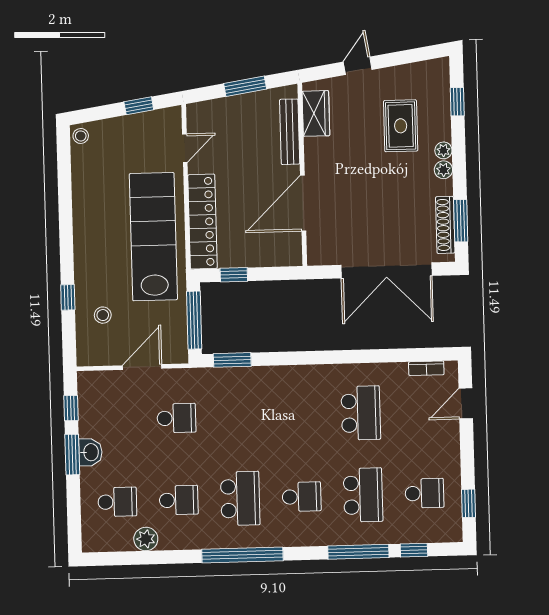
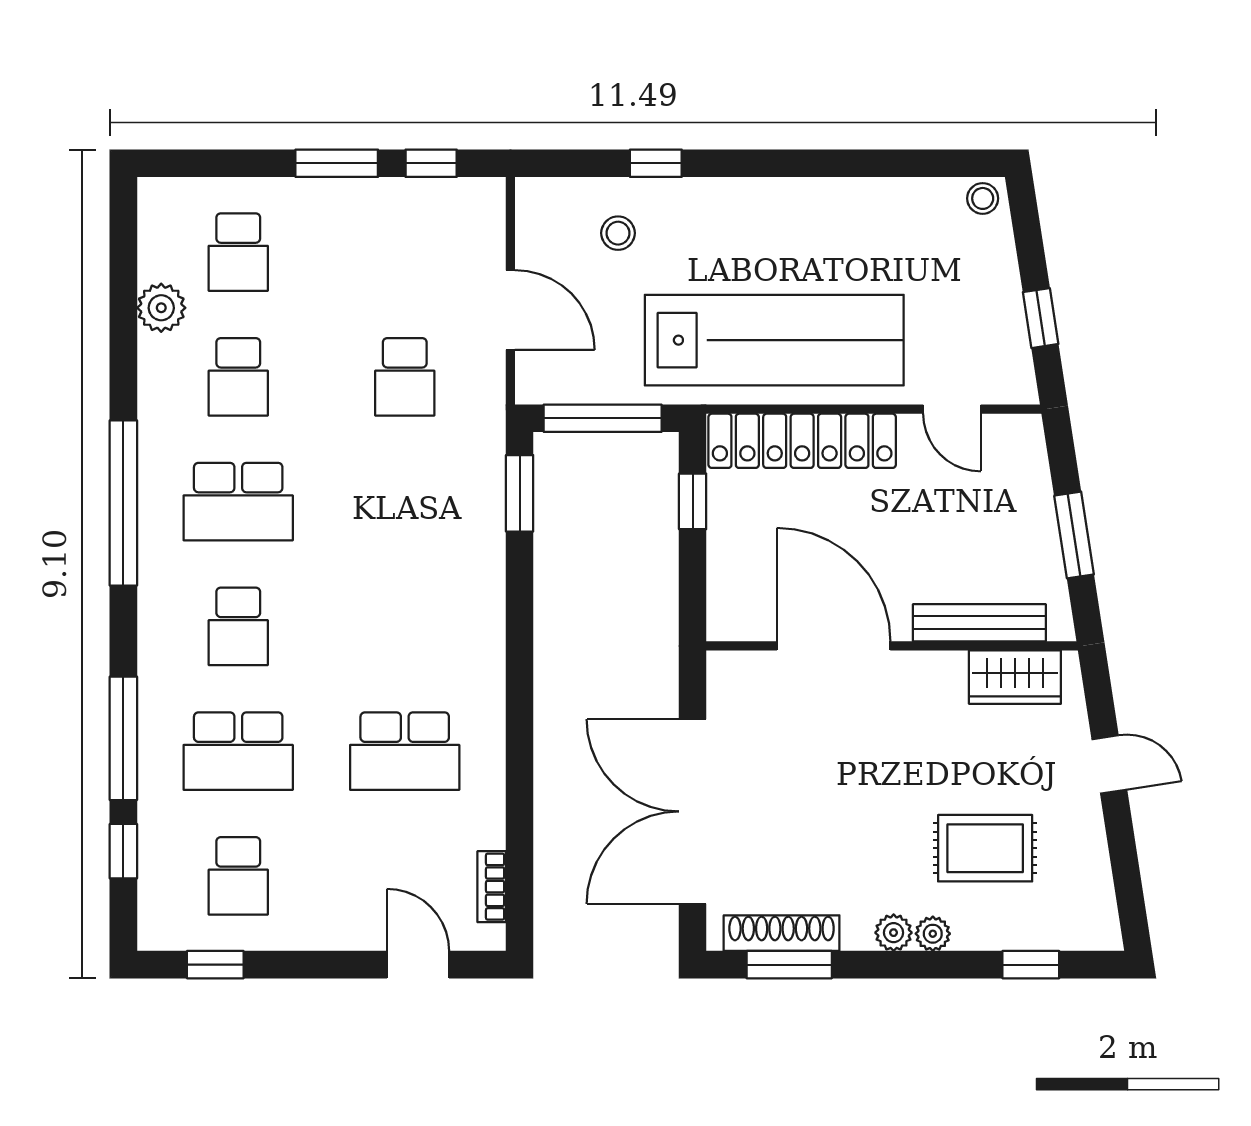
washbasin: (90, 452) -> (340, 200), removed

